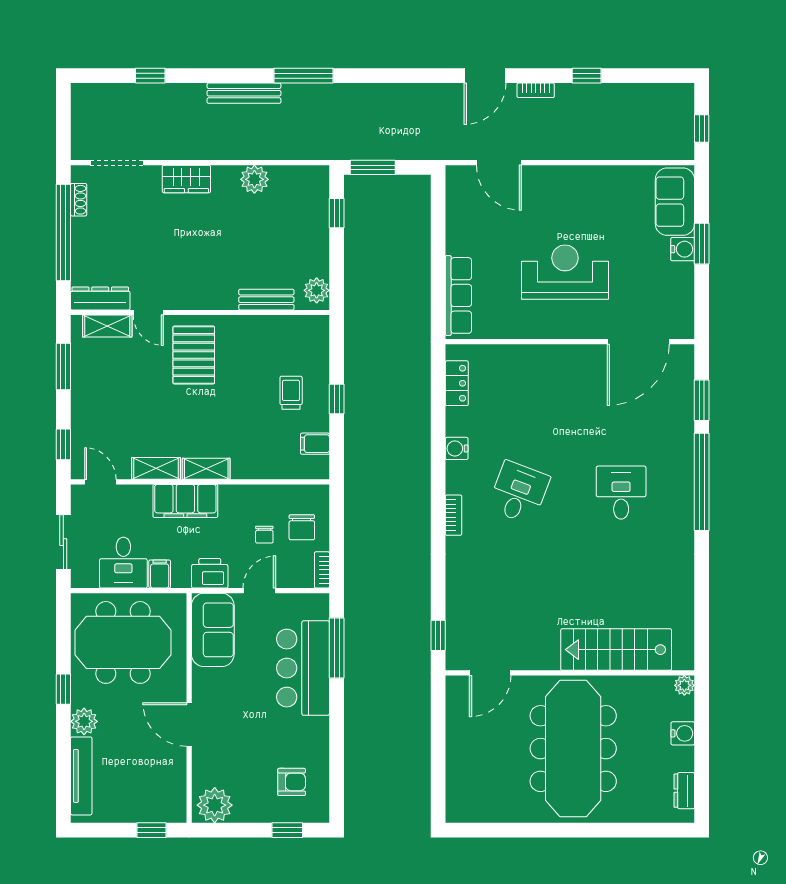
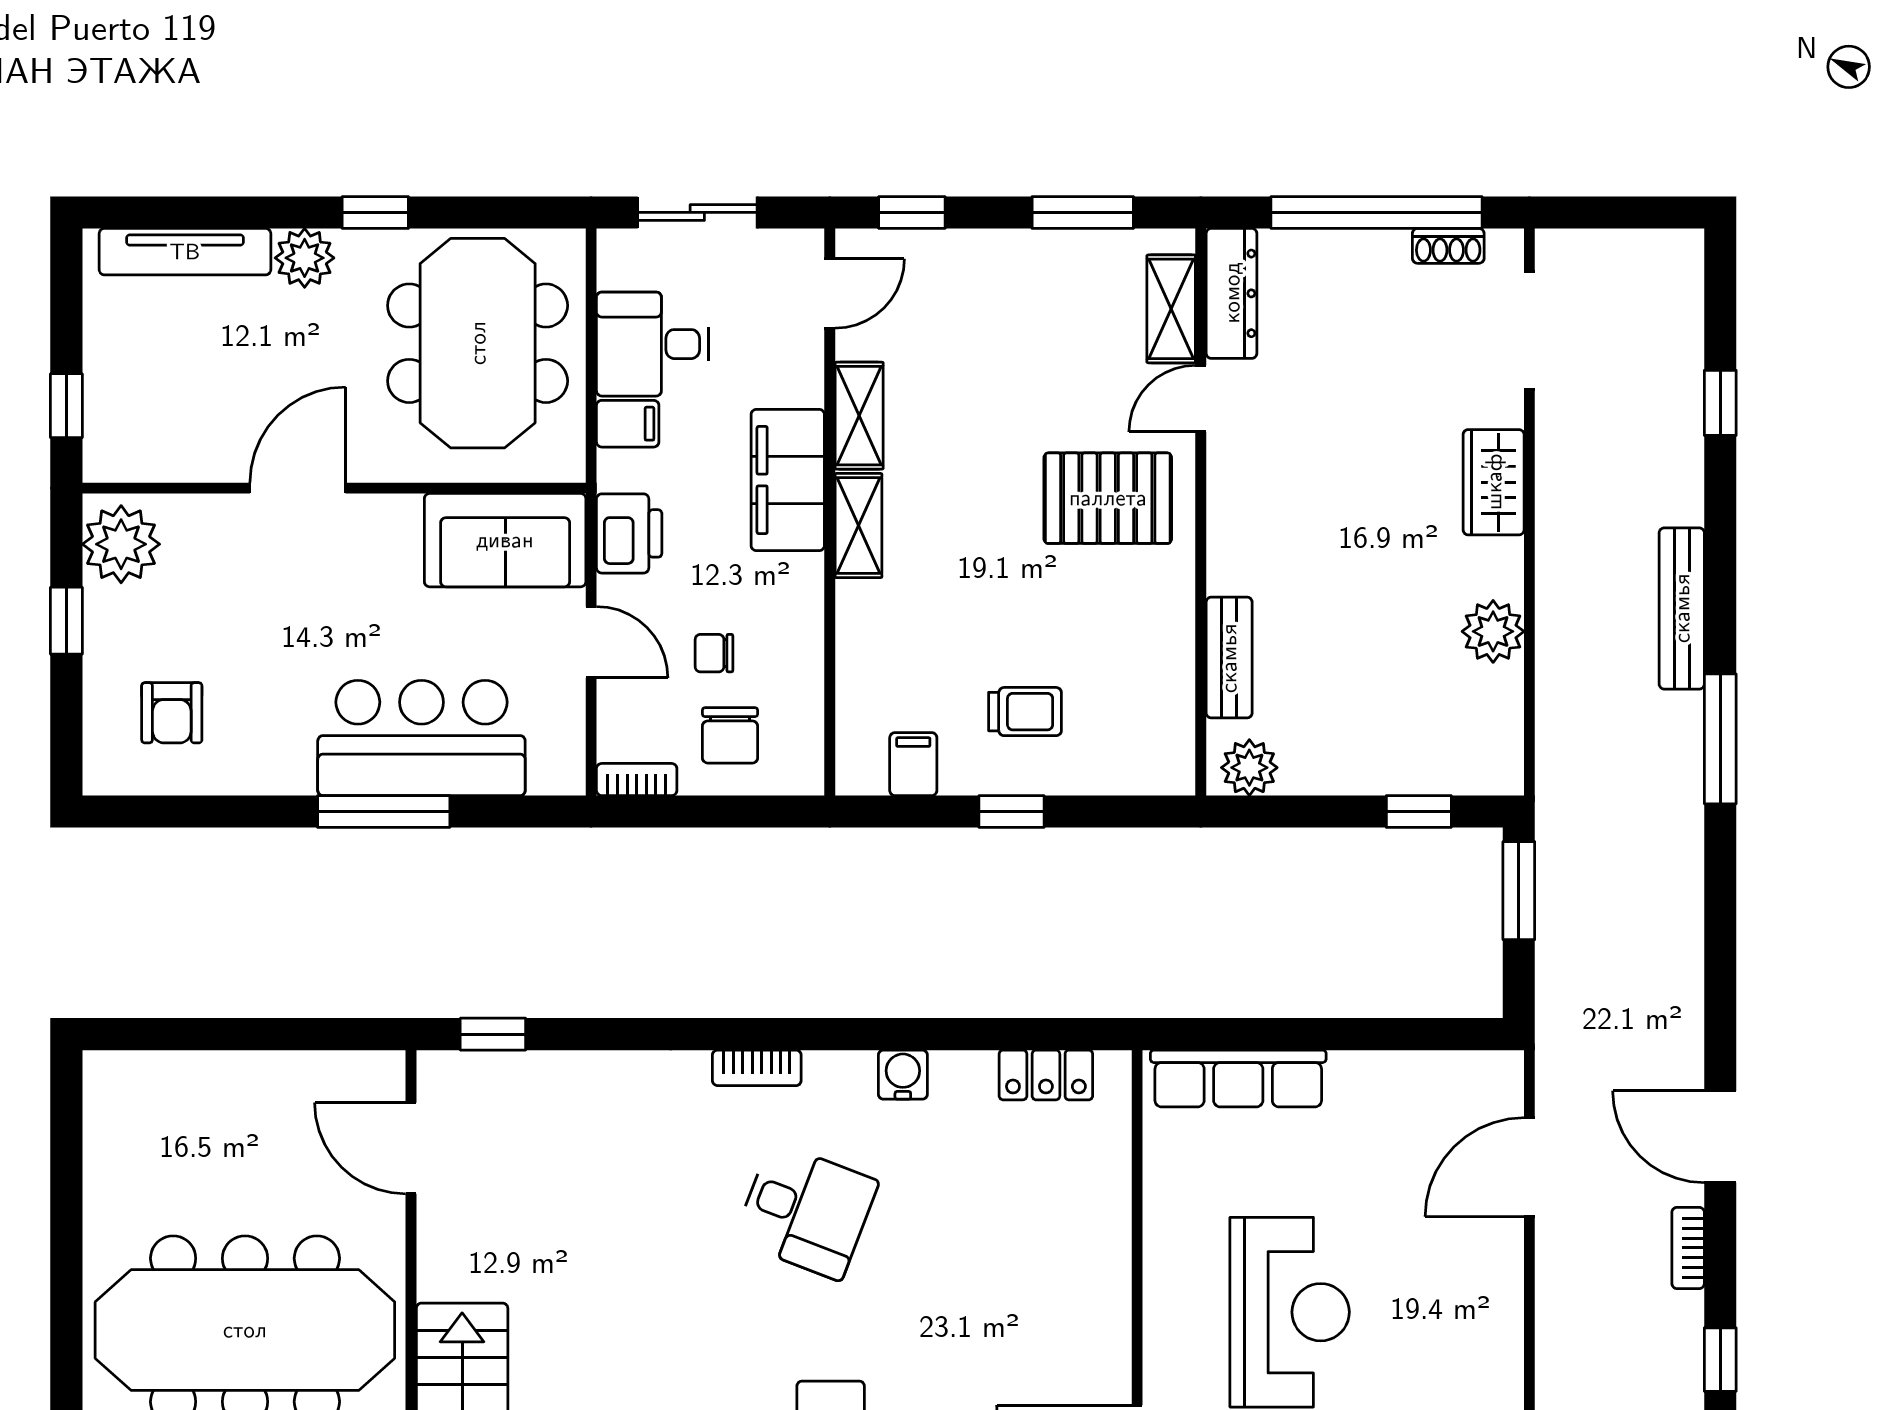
chair: (302, 527) -> (730, 735), turned -90
window: (337, 648) -> (384, 811), moved
window: (287, 830) -> (66, 621), moved

